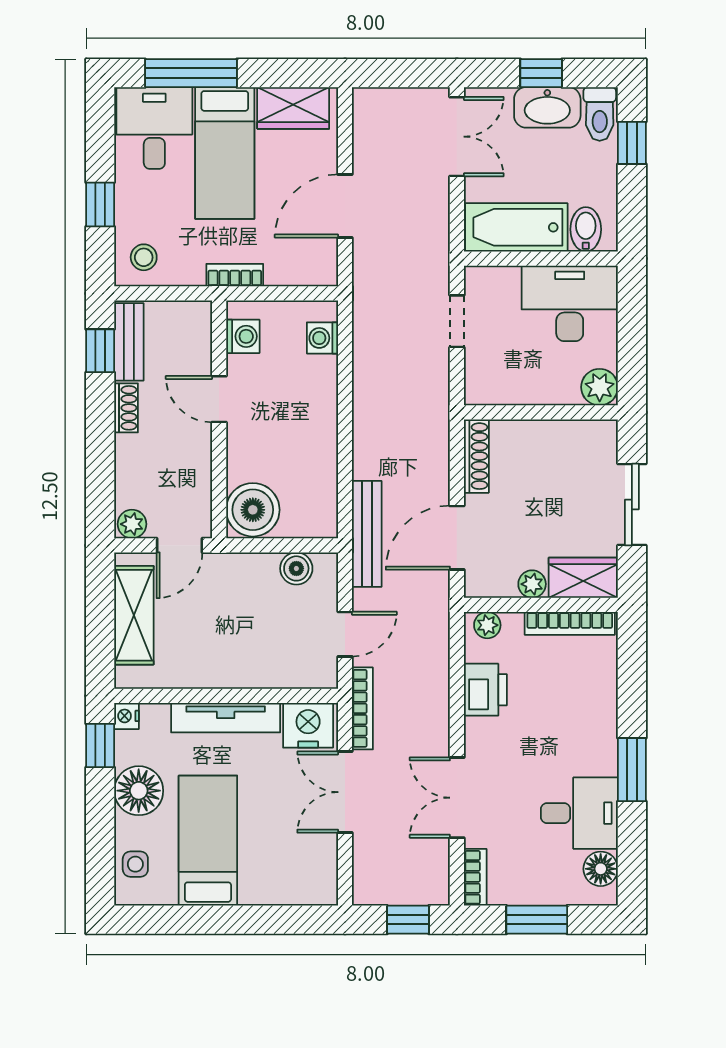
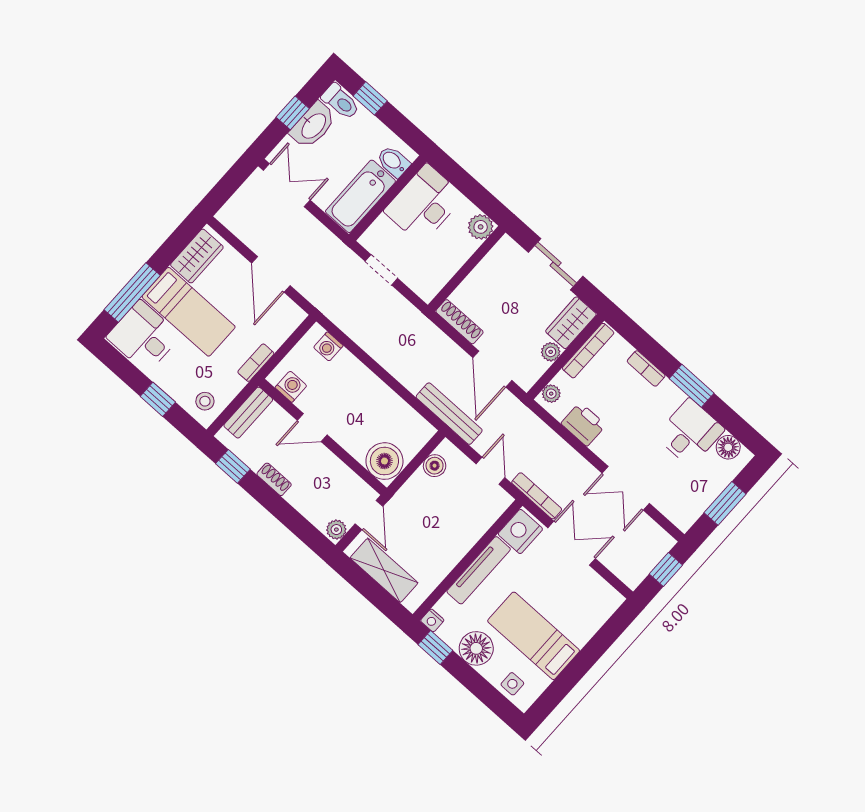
bench: (129, 342) -> (248, 413), moved, turned 90
double door: (345, 792) -> (572, 543), swing flipped
bookcase: (475, 877) -> (646, 368), moved, turned 180

